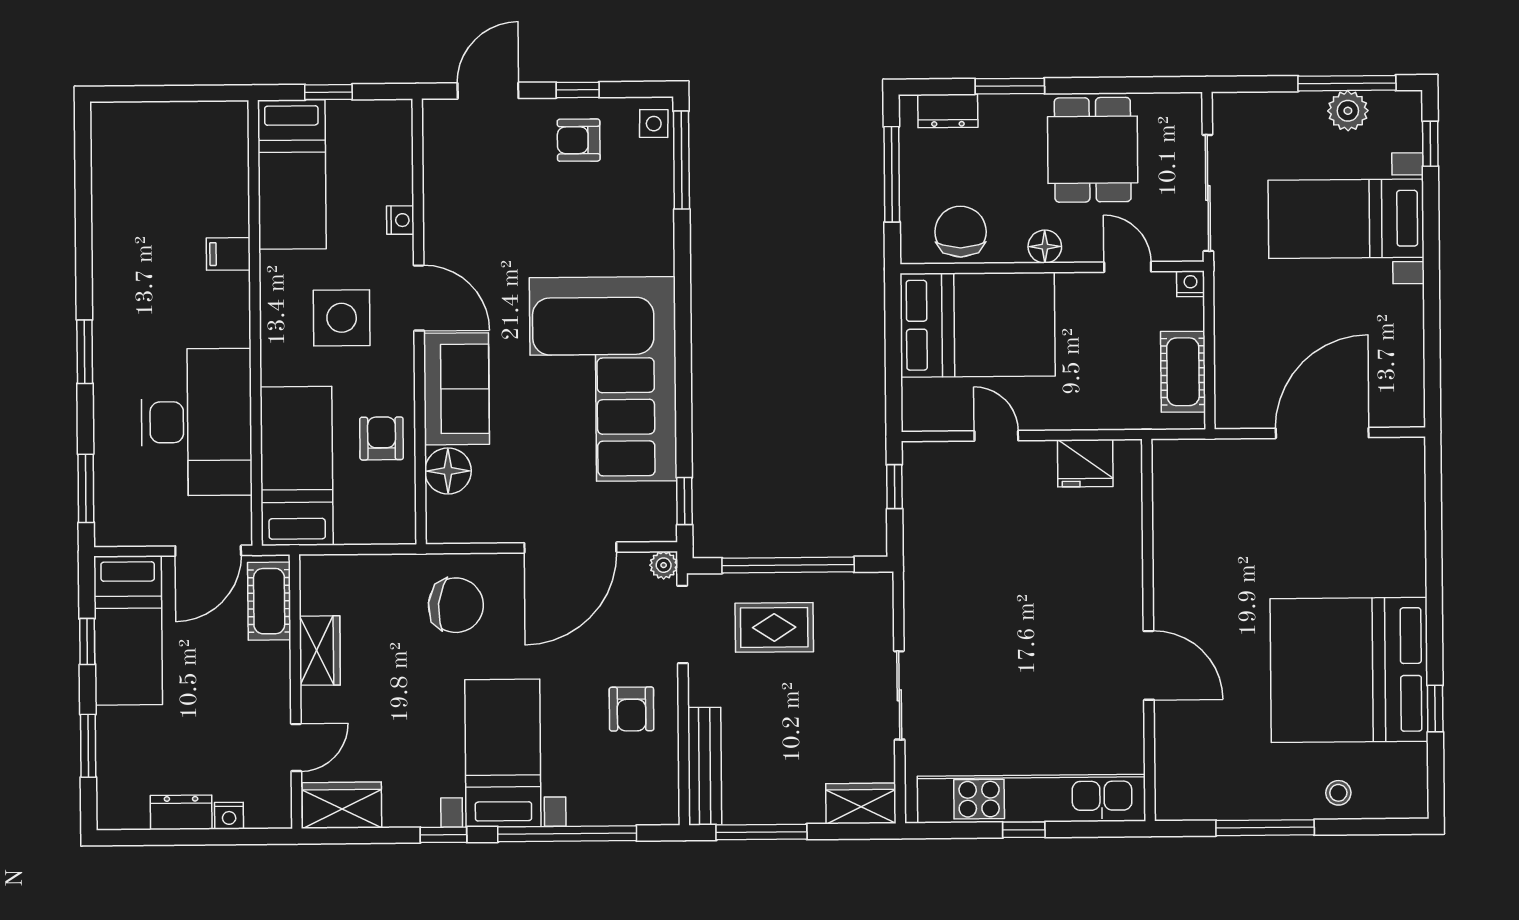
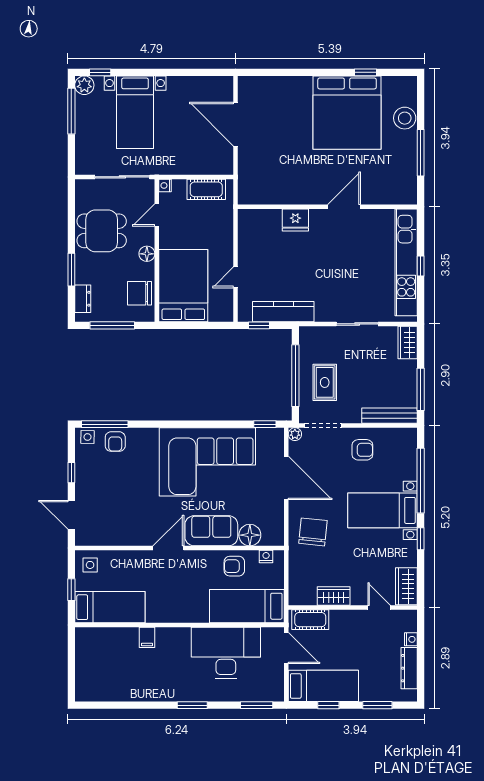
plant: (1348, 111) -> (84, 85), moved
armchair: (579, 140) -> (115, 442), moved
nightstand: (400, 220) -> (266, 556), moved
side table: (342, 318) -> (90, 565), moved, width x0.54, depth x0.54
fridge: (1085, 463) -> (295, 220), moved, turned 90
kitchen counter: (924, 538) -> (283, 312), added
stool: (1338, 793) -> (405, 118), width x1.89, depth x1.89
dresser: (181, 812) -> (409, 668), width x1.44

